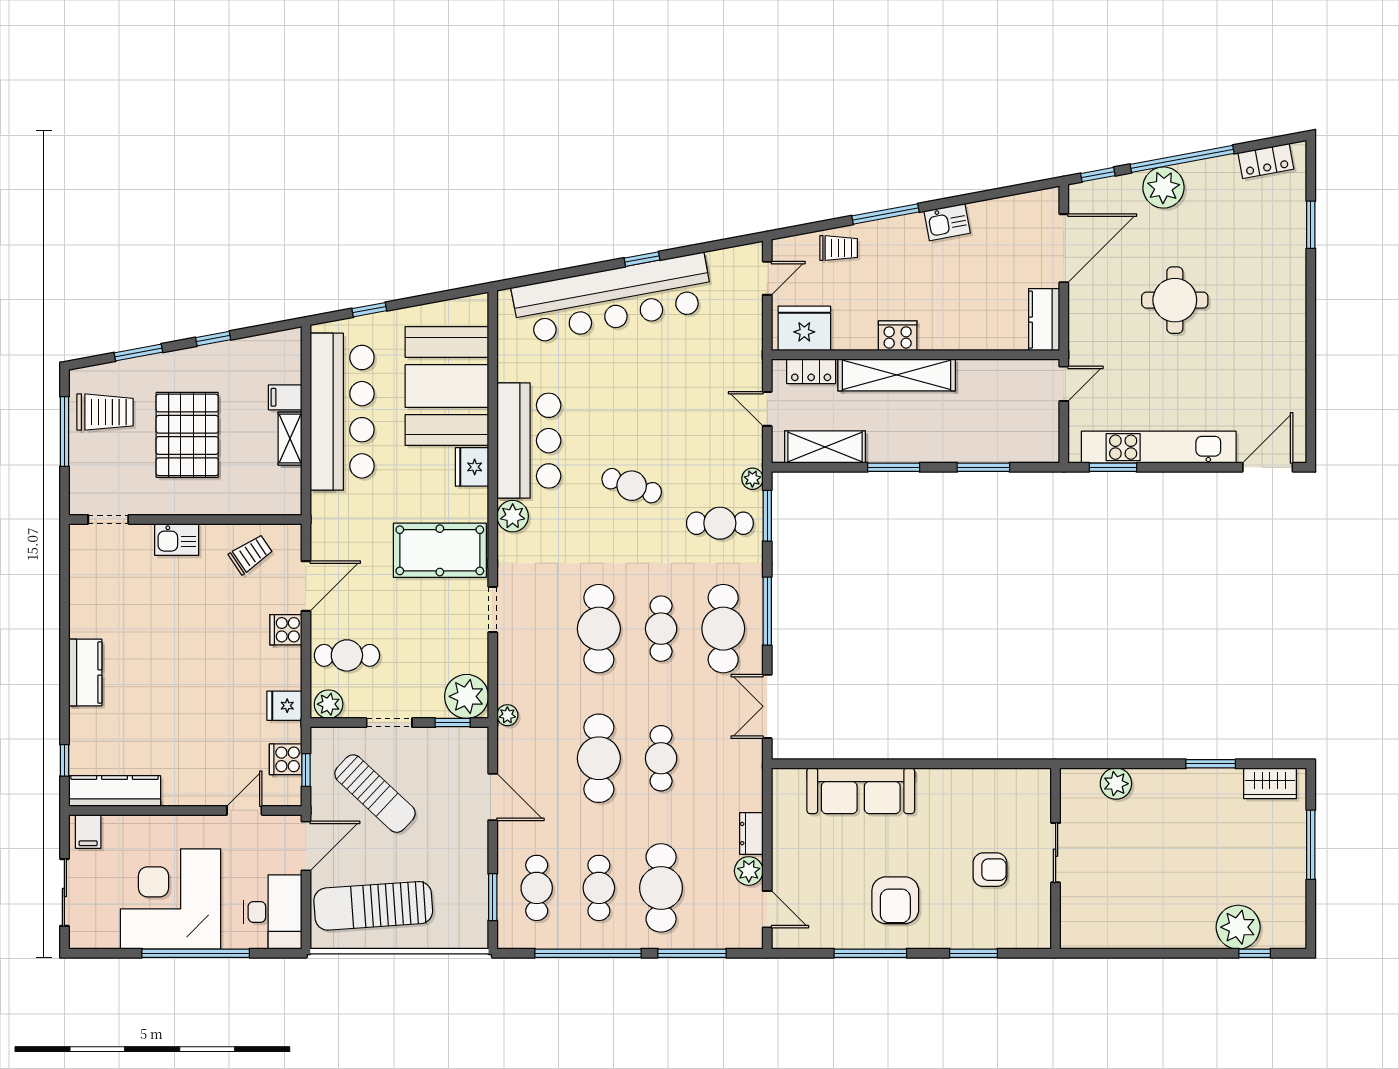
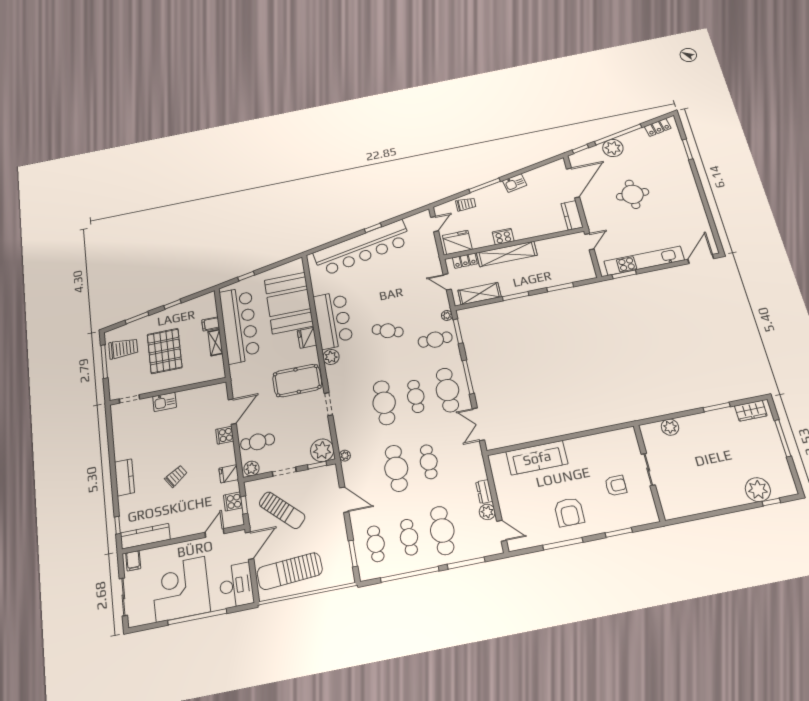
trolley: (251, 554) -> (176, 476), moved

